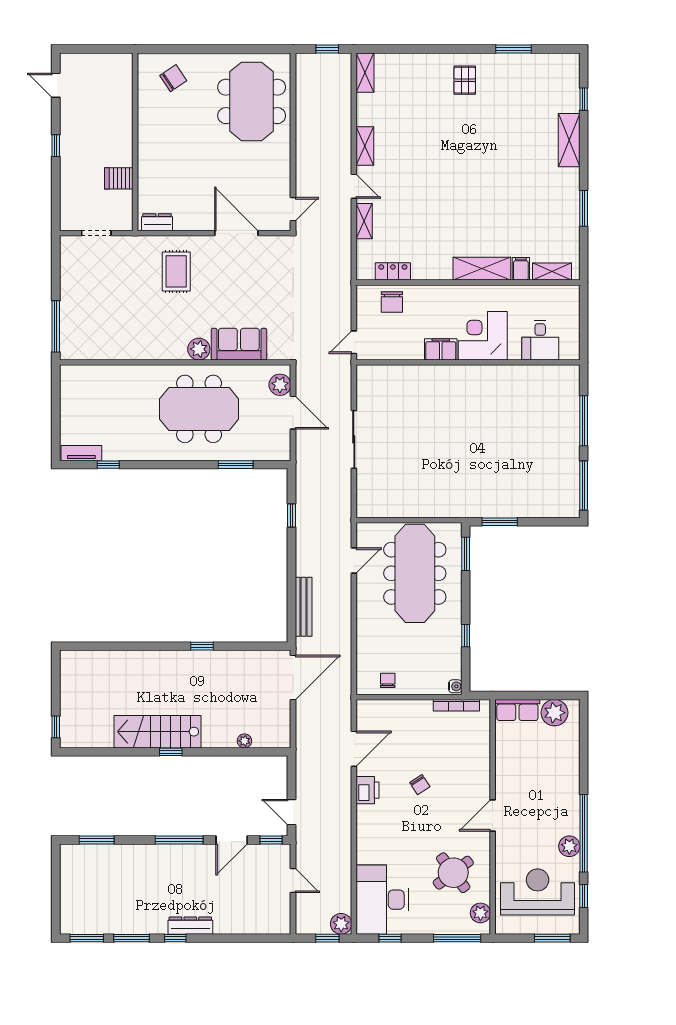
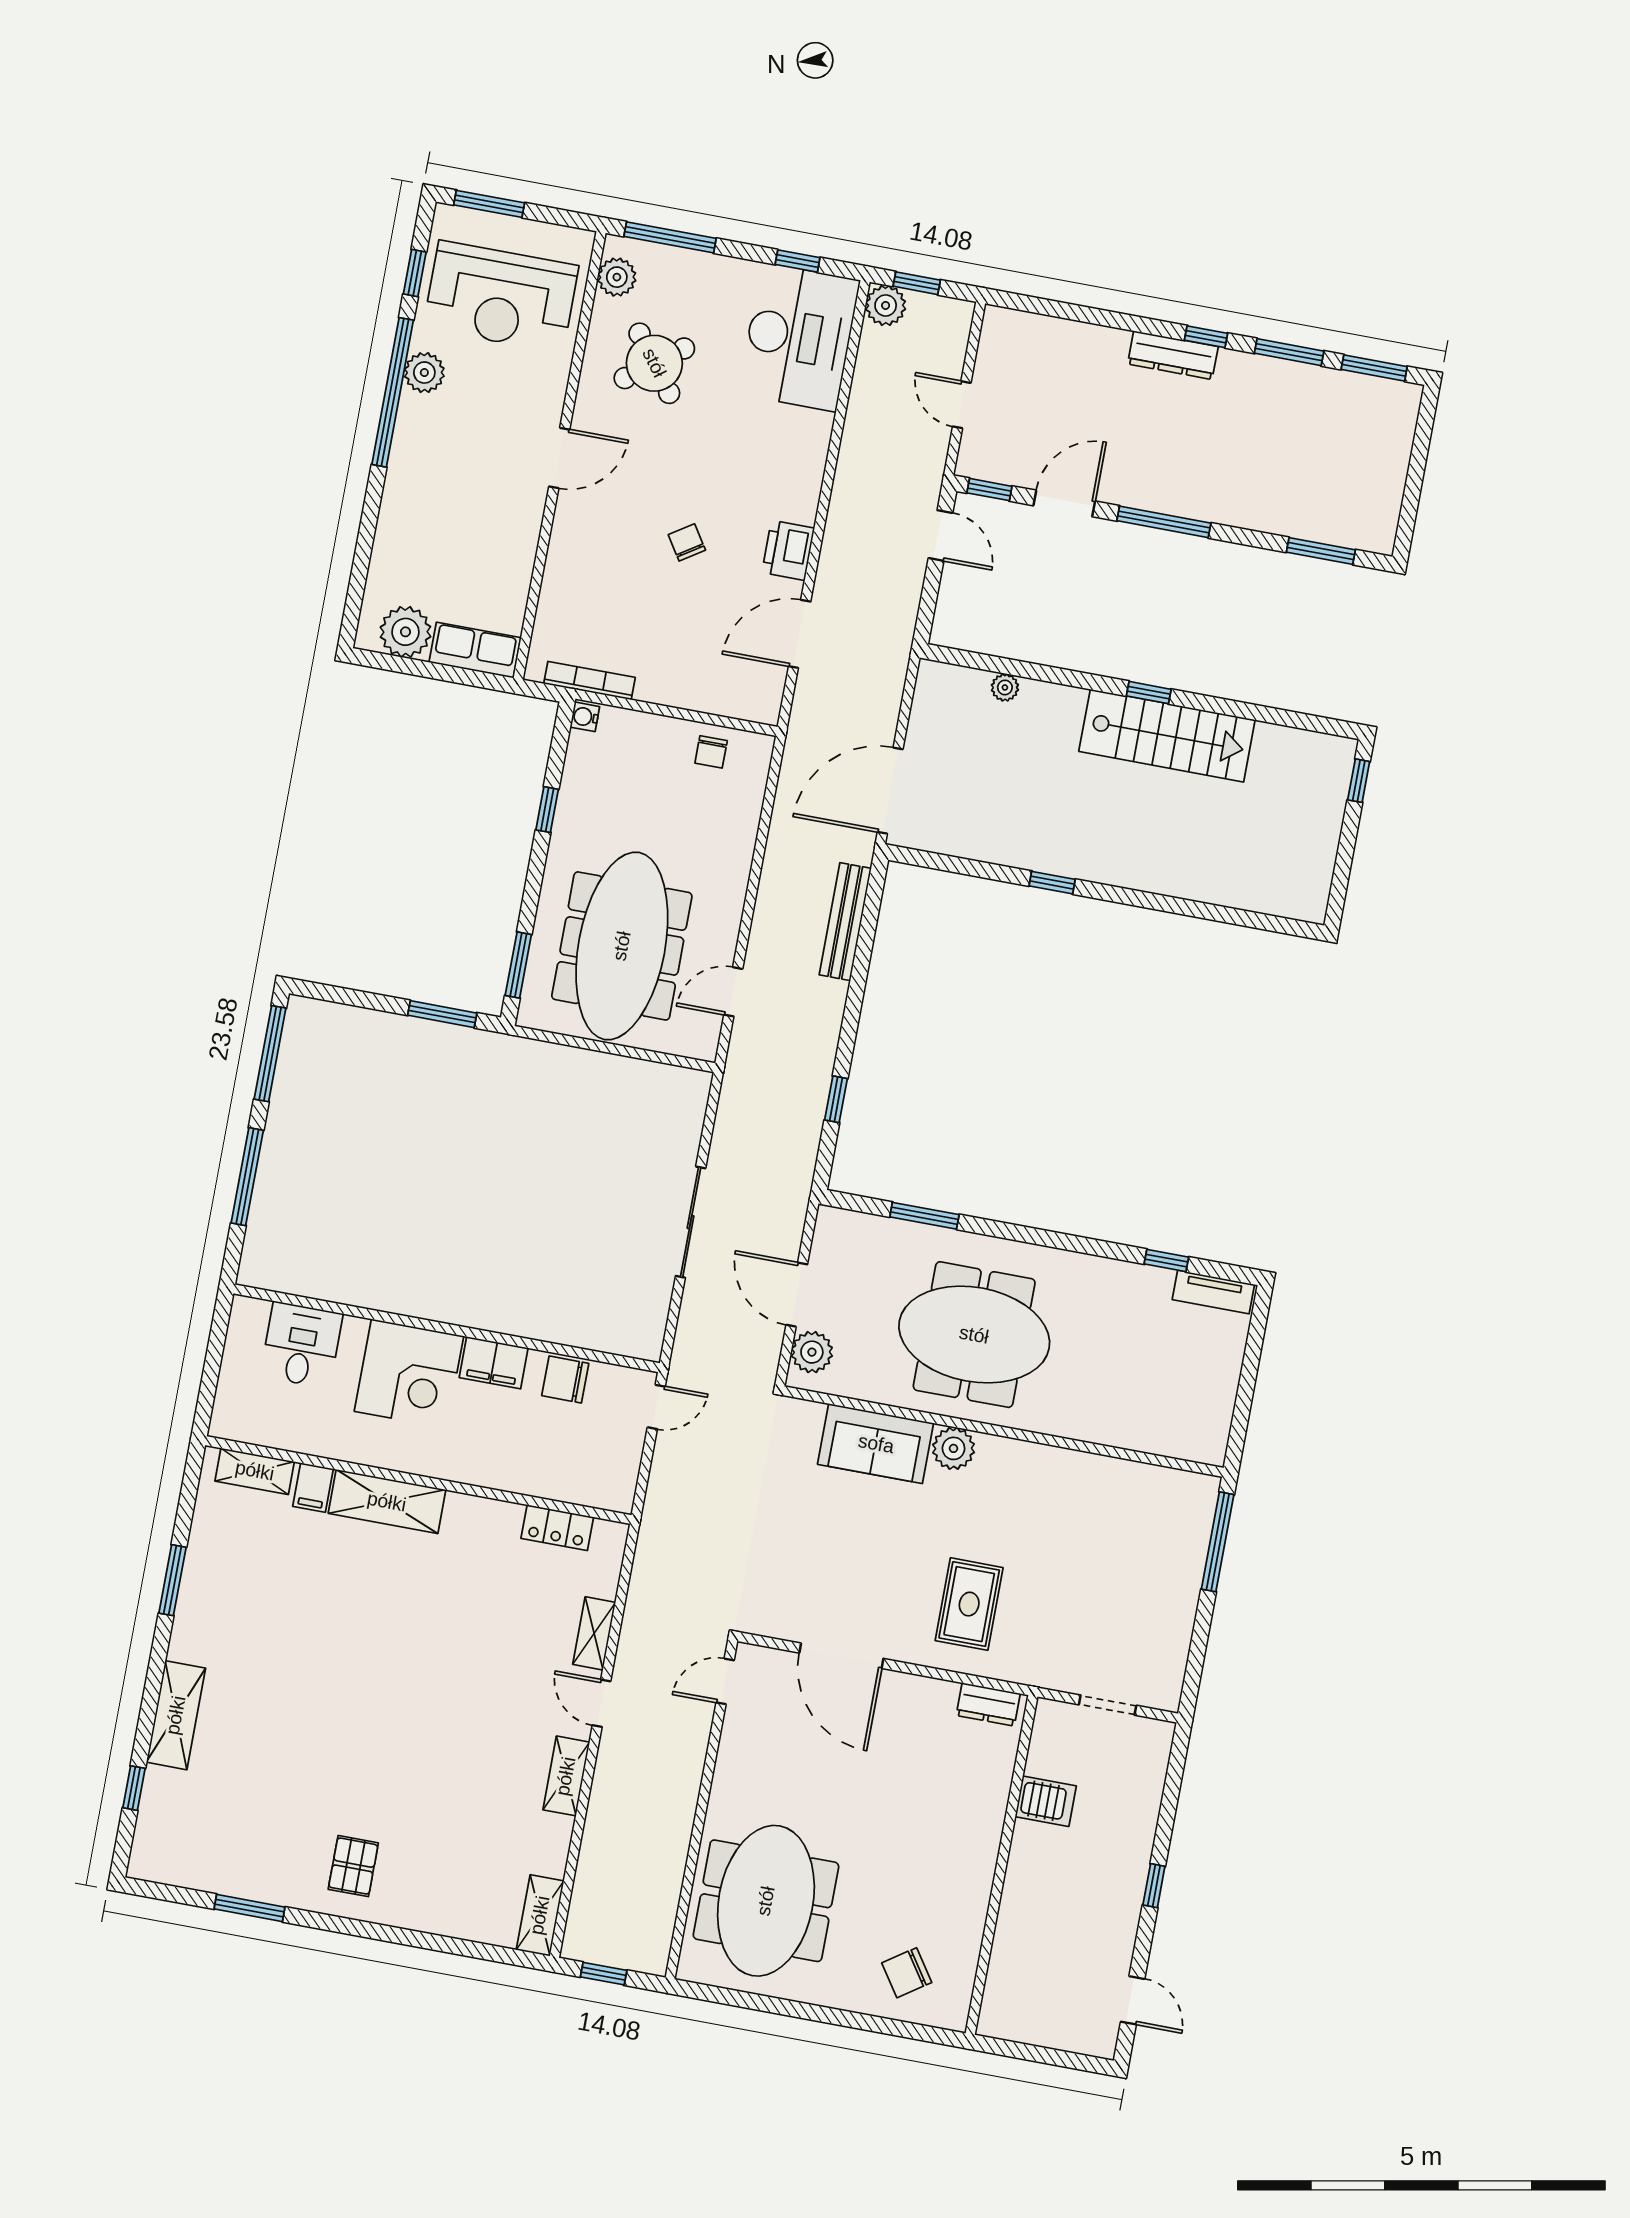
chair: (392, 302) -> (565, 1379), moved, turned -90

